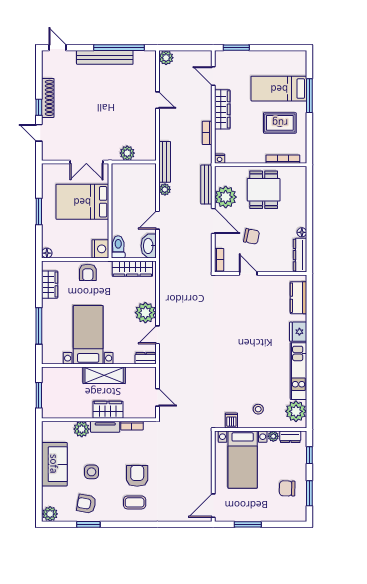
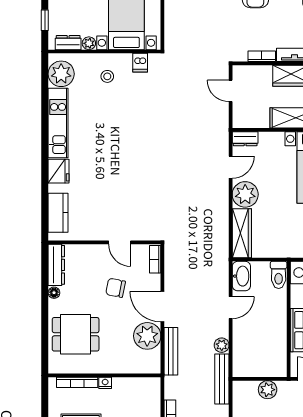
nightstand: (220, 159) -> (105, 383), moved
dining table: (264, 190) -> (76, 334), moved, turned 90
wardrobe: (132, 269) -> (242, 233), moved, turned 90

